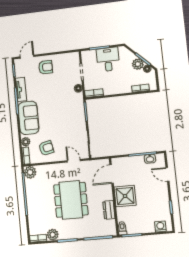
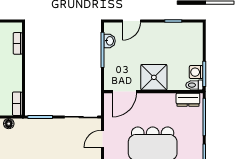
door: (112, 174) -> (124, 92), hinge flipped
dresser: (109, 210) -> (188, 100), moved
washing machine: (160, 227) -> (196, 72), moved

